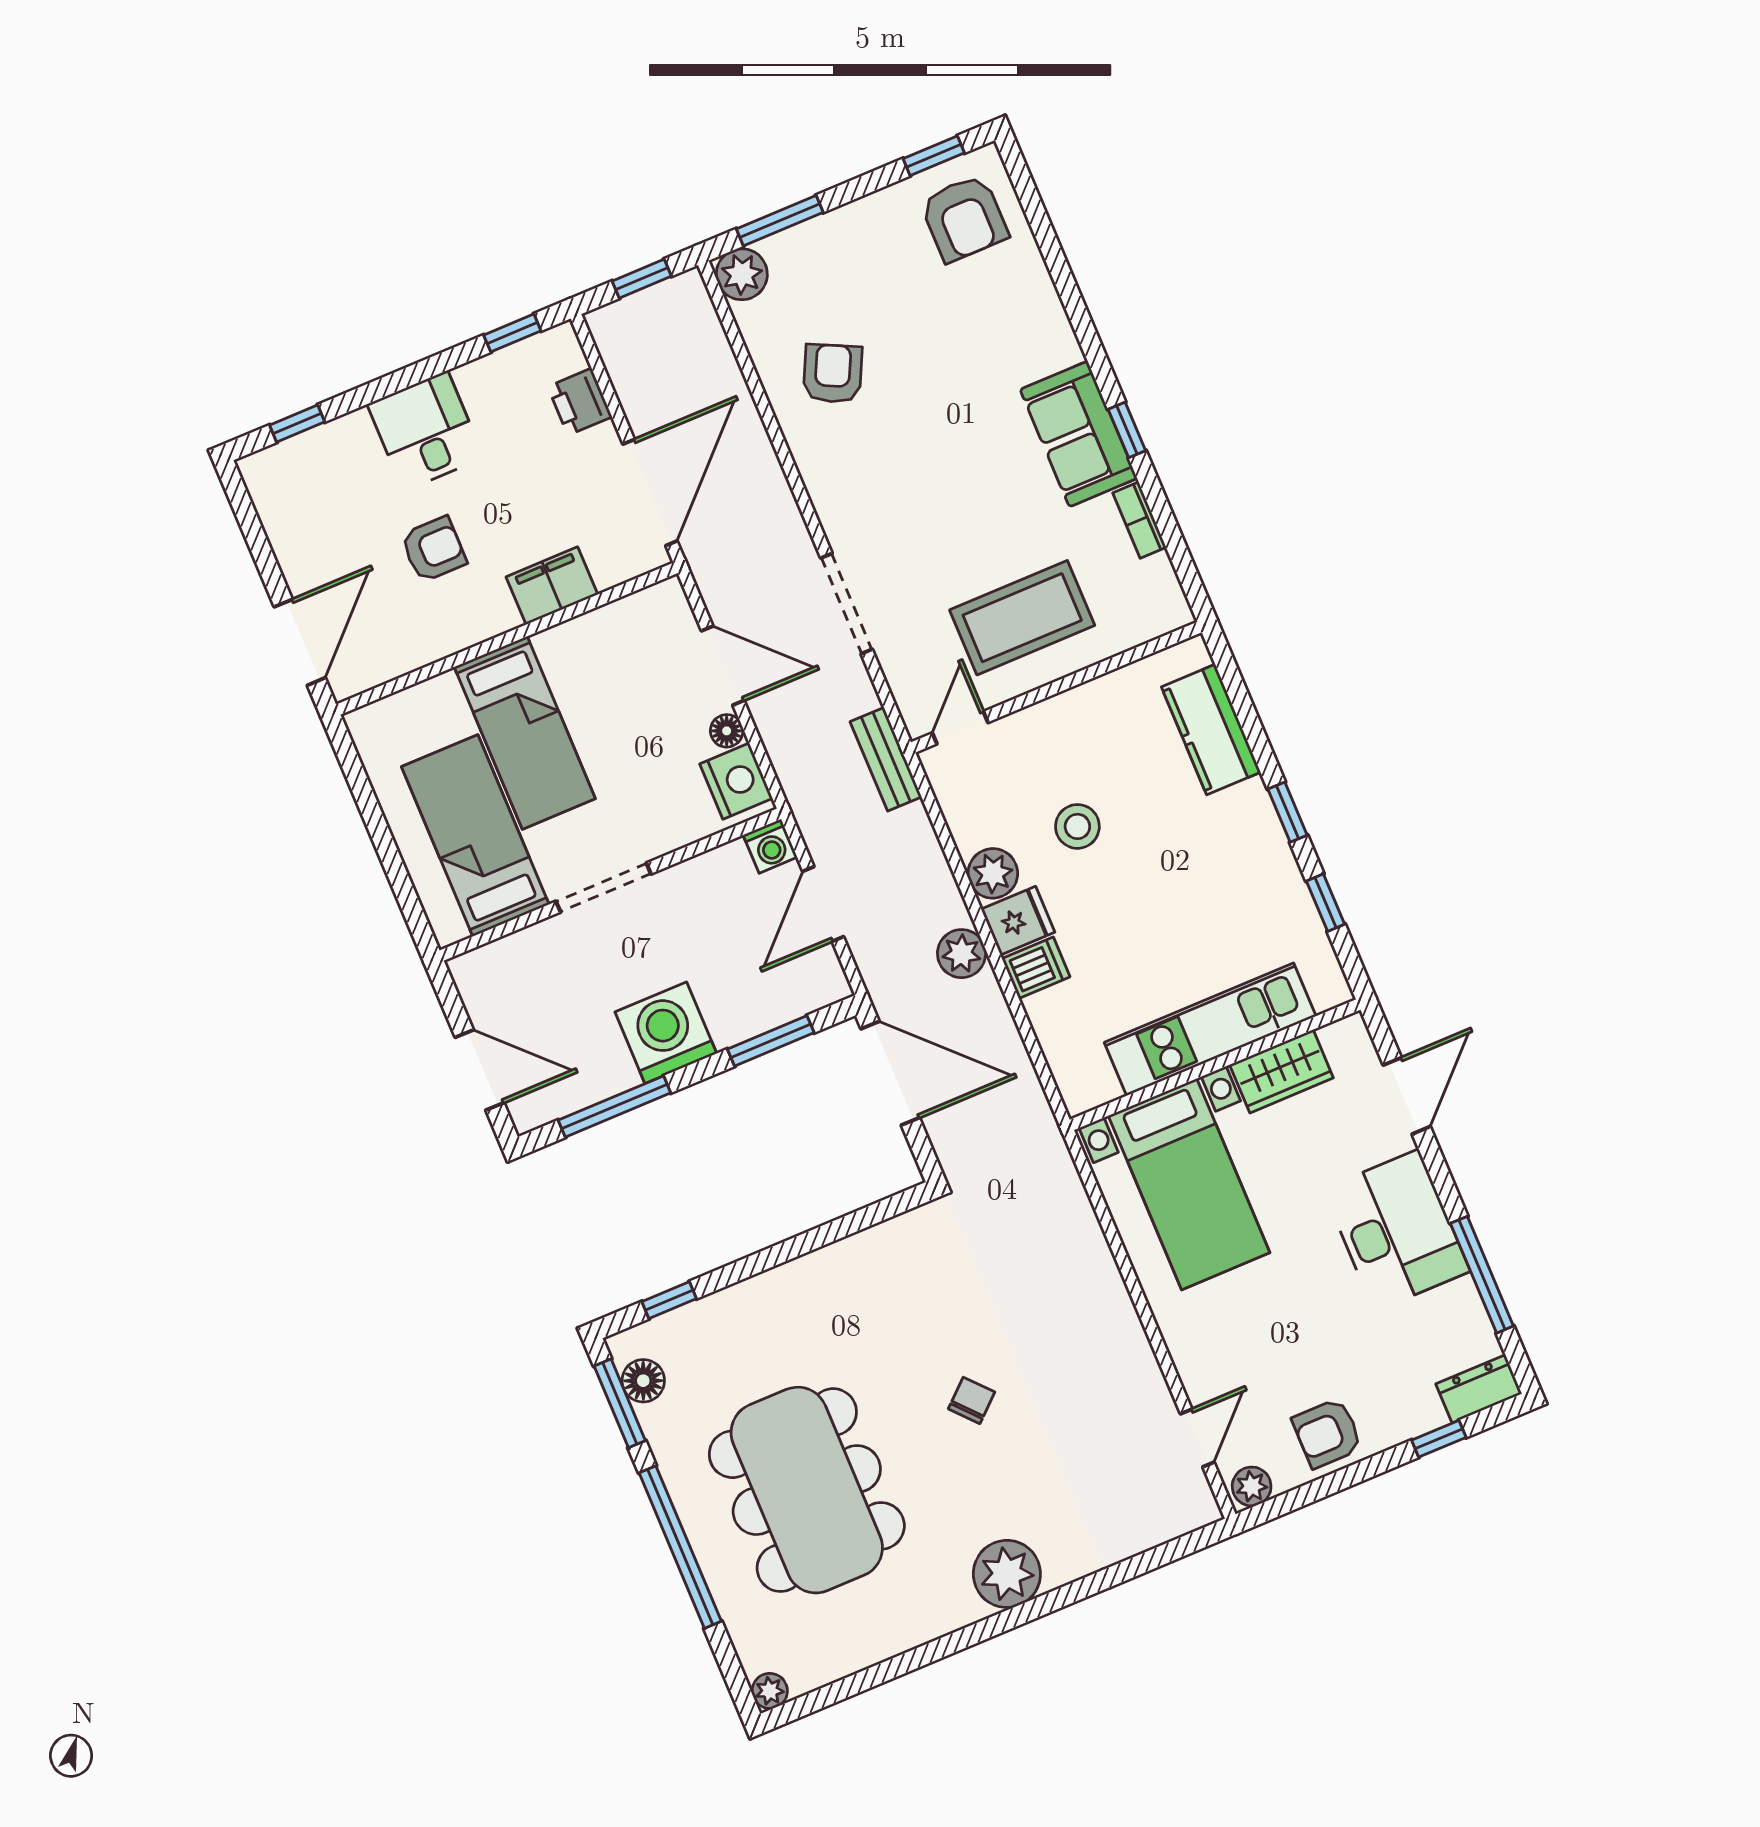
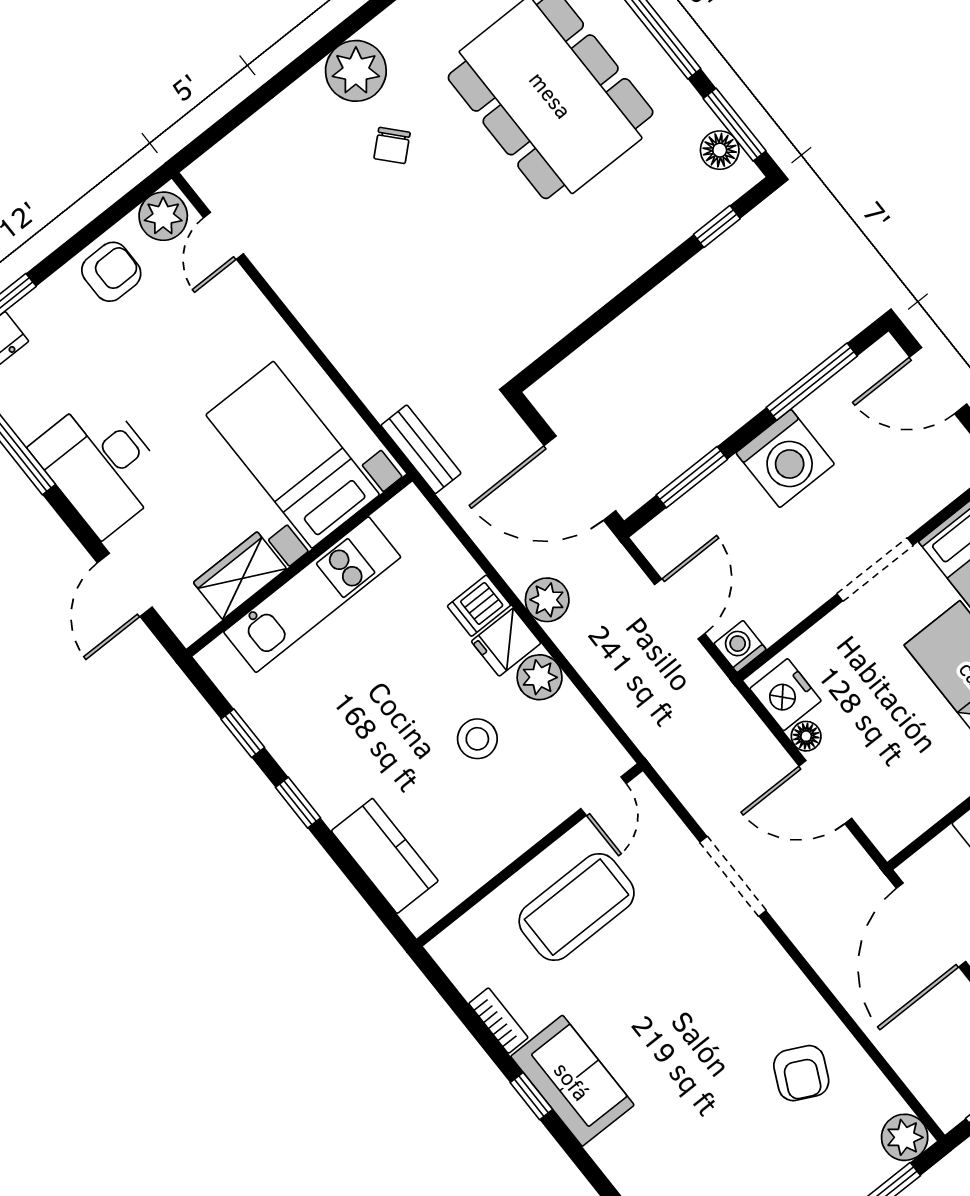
bench: (886, 759) -> (421, 449), moved
chair: (972, 1400) -> (392, 145), moved
plant: (1252, 1486) -> (163, 216), width x1.38, depth x1.38

